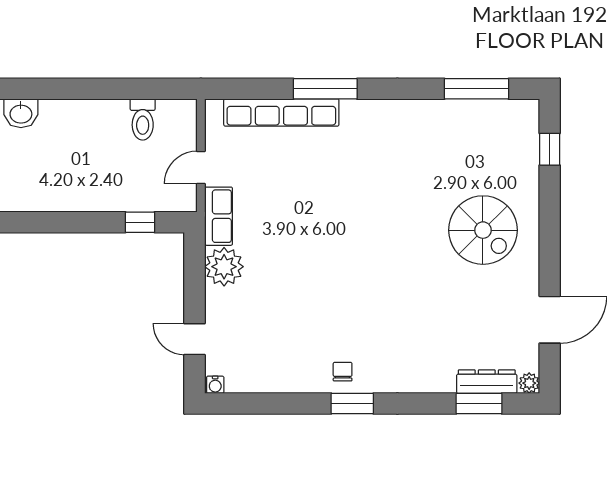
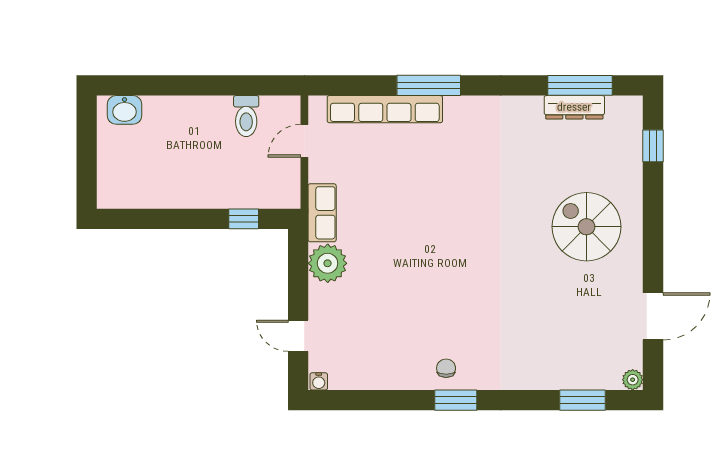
door: (201, 167) -> (304, 141), moved
spiral stairs: (483, 230) -> (586, 227), turned 180
dresser: (487, 382) -> (574, 107), moved, turned 180

